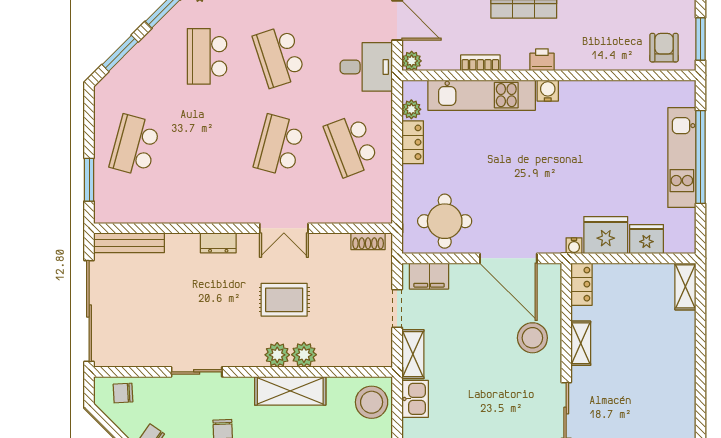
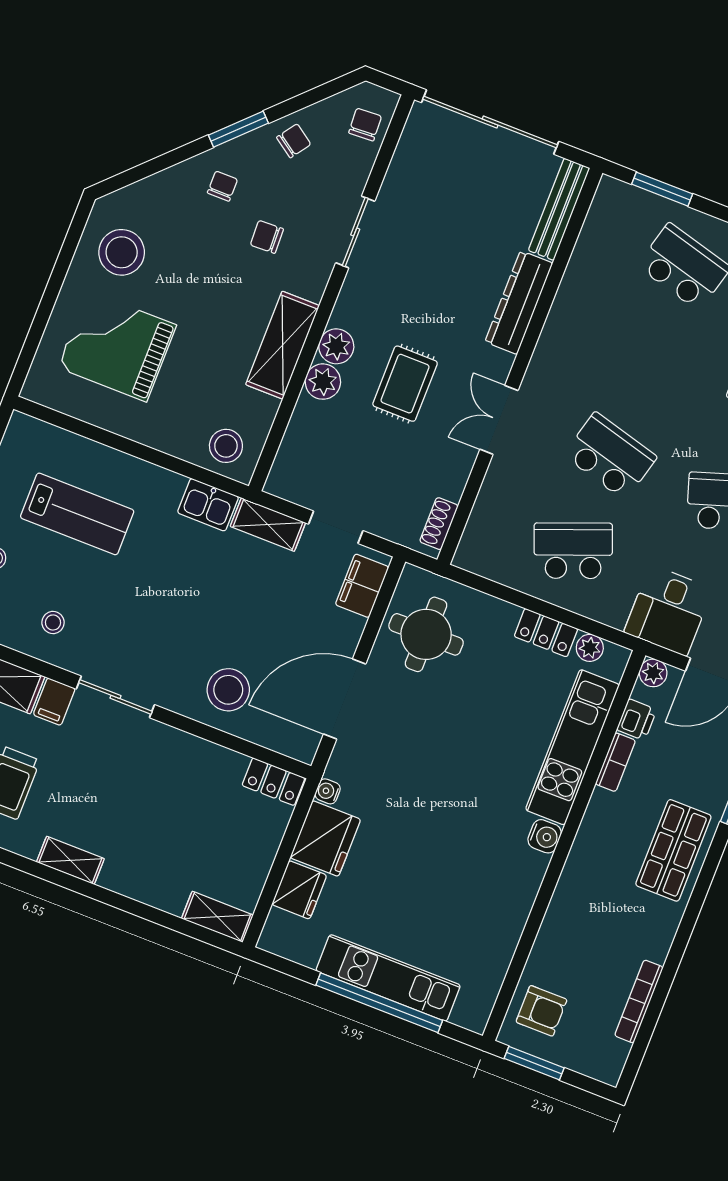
printer: (542, 60) -> (637, 720), moved
dresser: (218, 243) -> (519, 303), width x1.96, depth x1.24
shelving: (581, 343) -> (70, 860), moved
stool: (372, 402) -> (226, 446), width x0.73, depth x0.73

